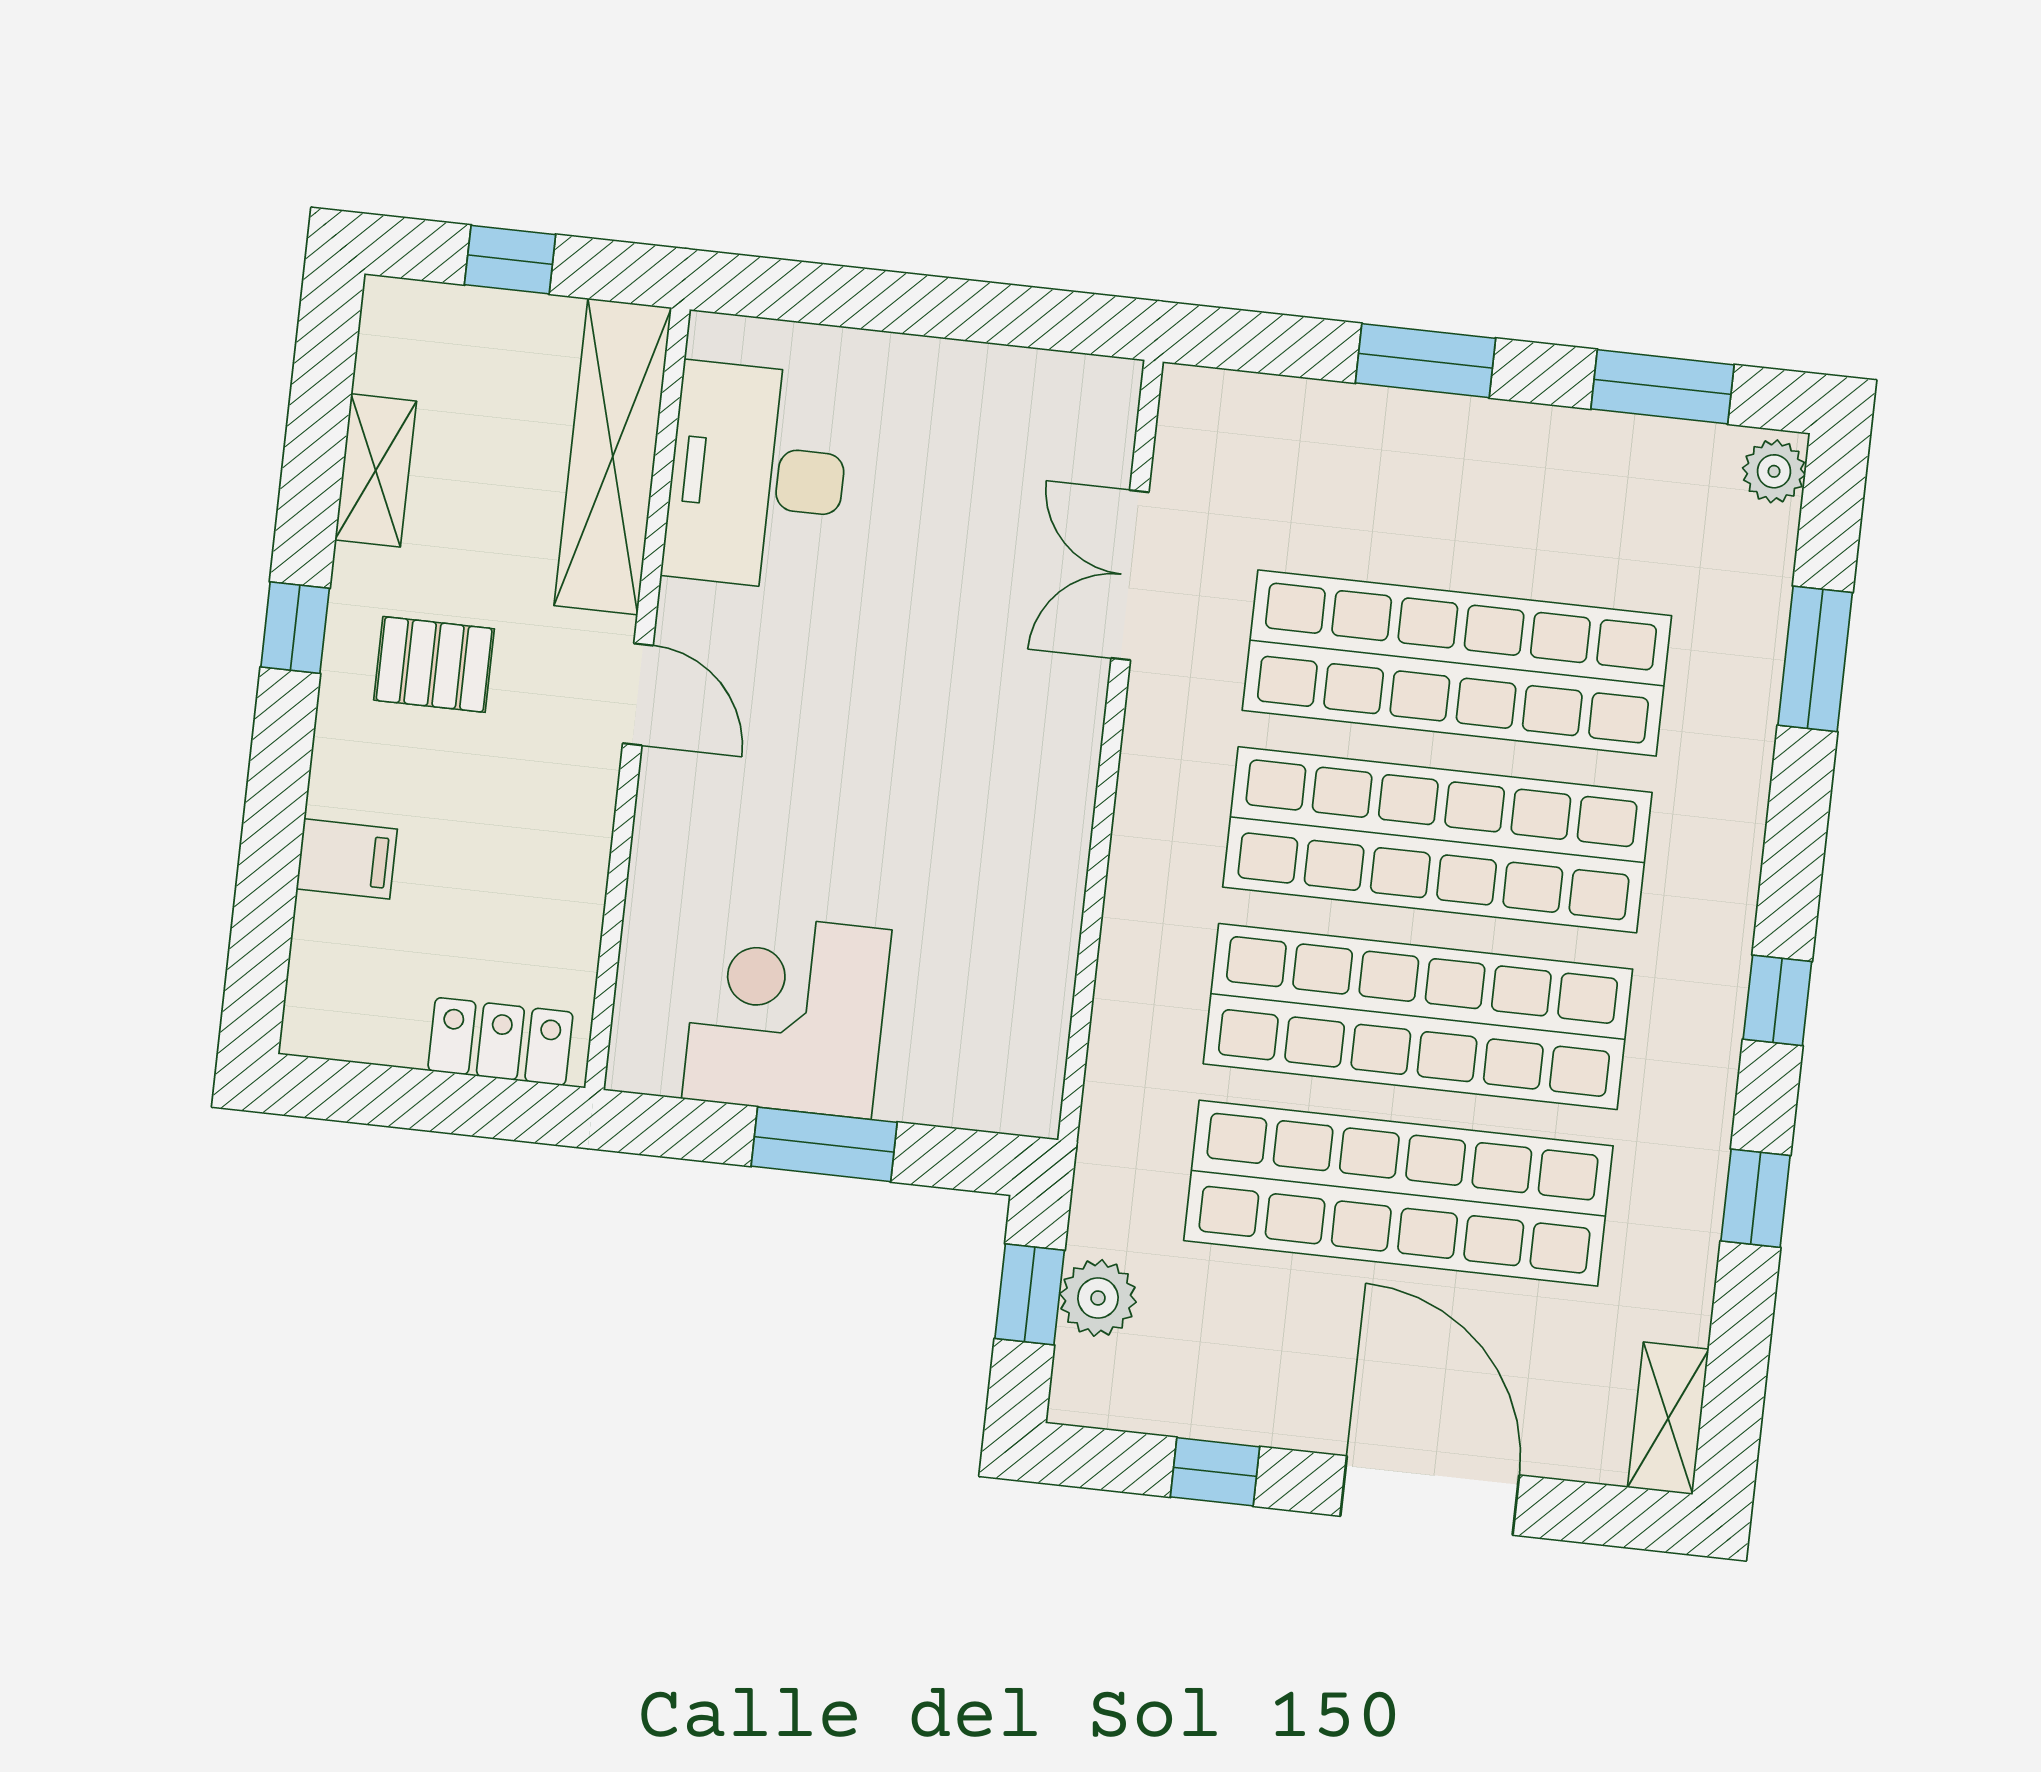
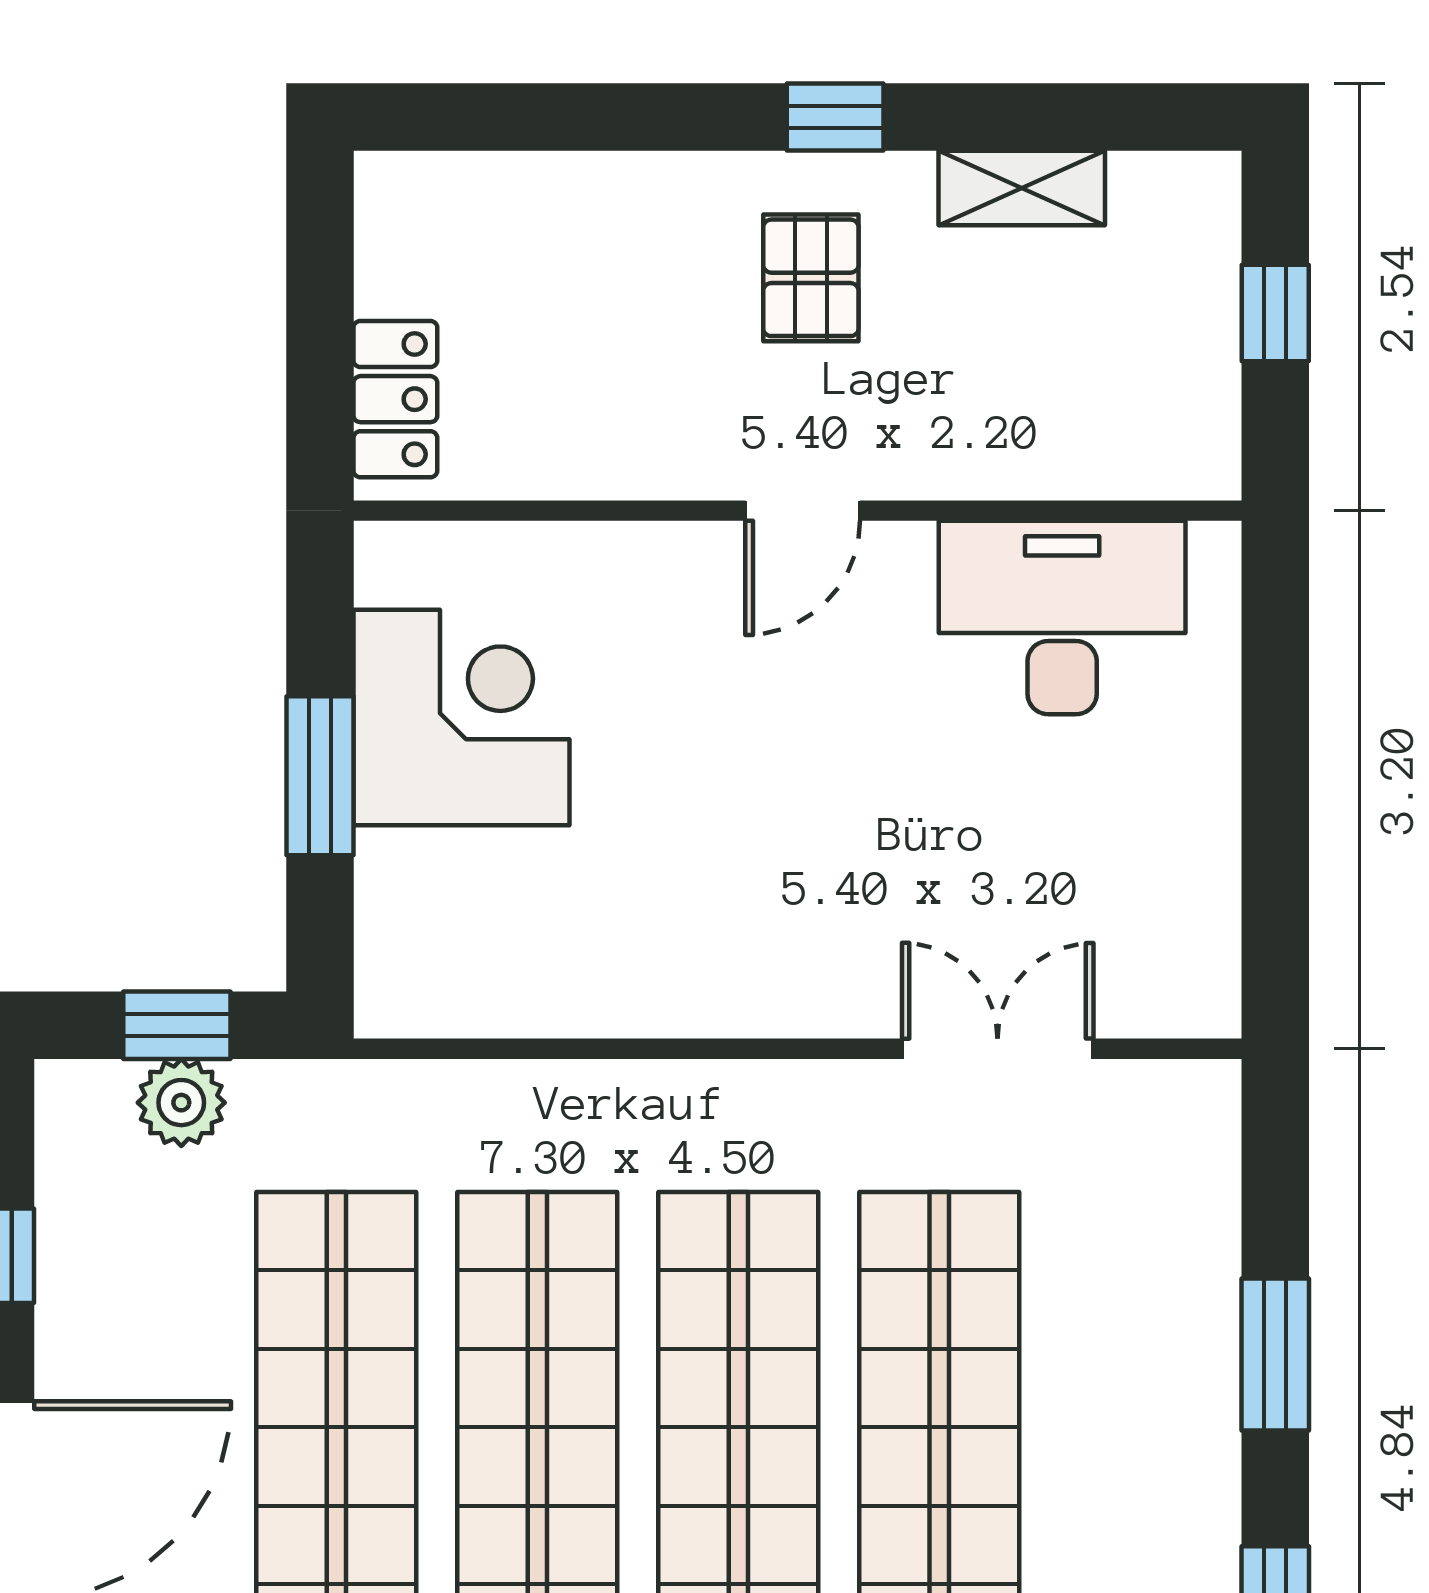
shelving: (613, 456) -> (1067, 453), removed
filing cabinet: (347, 859) -> (581, 204), removed

